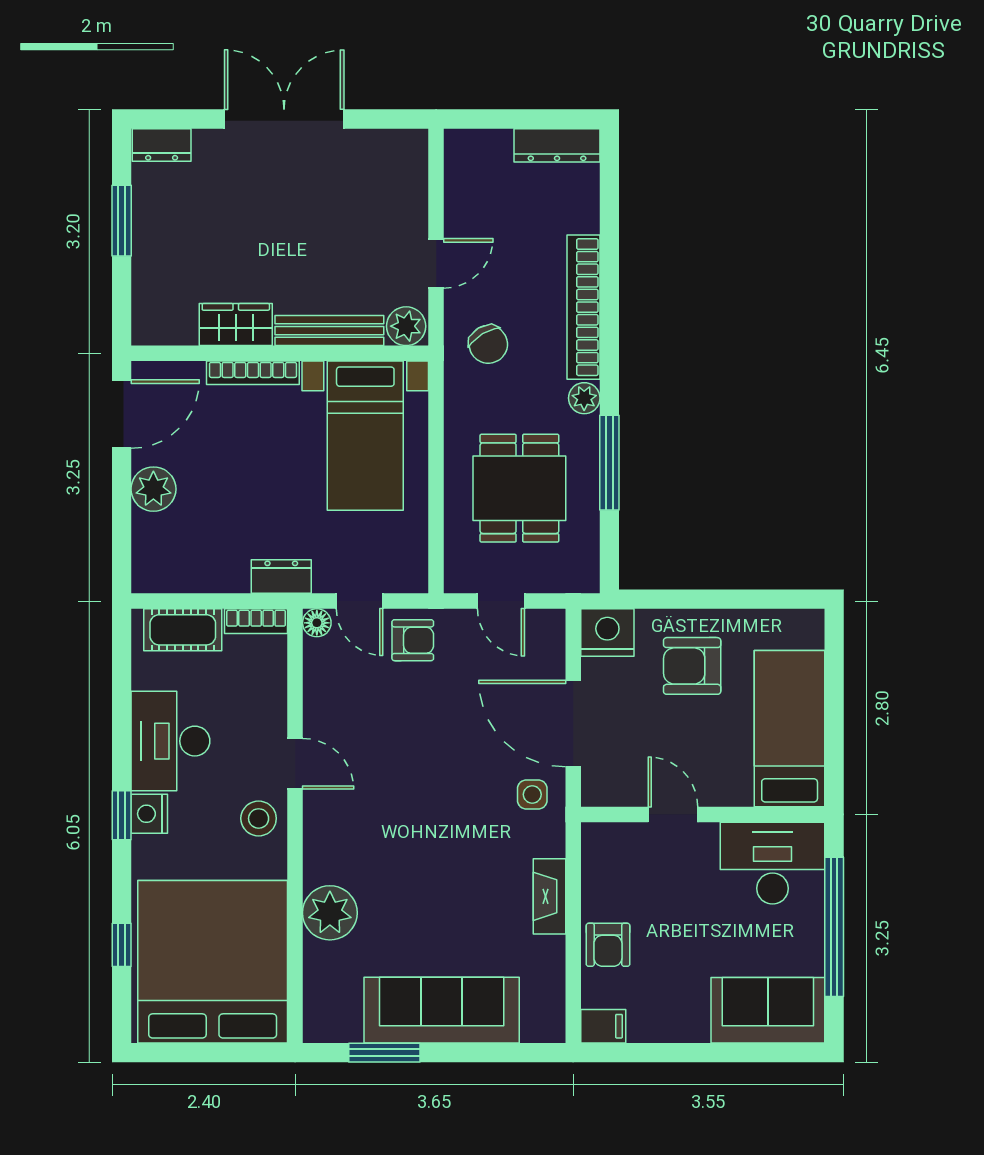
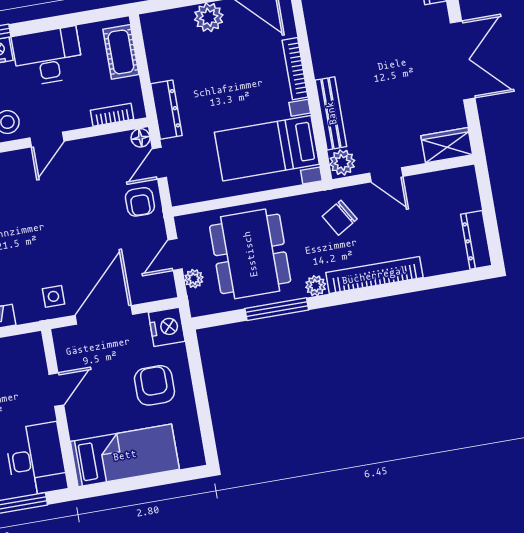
wardrobe: (236, 325) -> (447, 145), moved, turned -90
dining table: (519, 488) -> (250, 254), width x1.38
dresser: (281, 577) -> (166, 110), width x1.44
plant: (542, 579) -> (194, 279), added
bookcase: (256, 621) -> (112, 115), moved, turned 90

